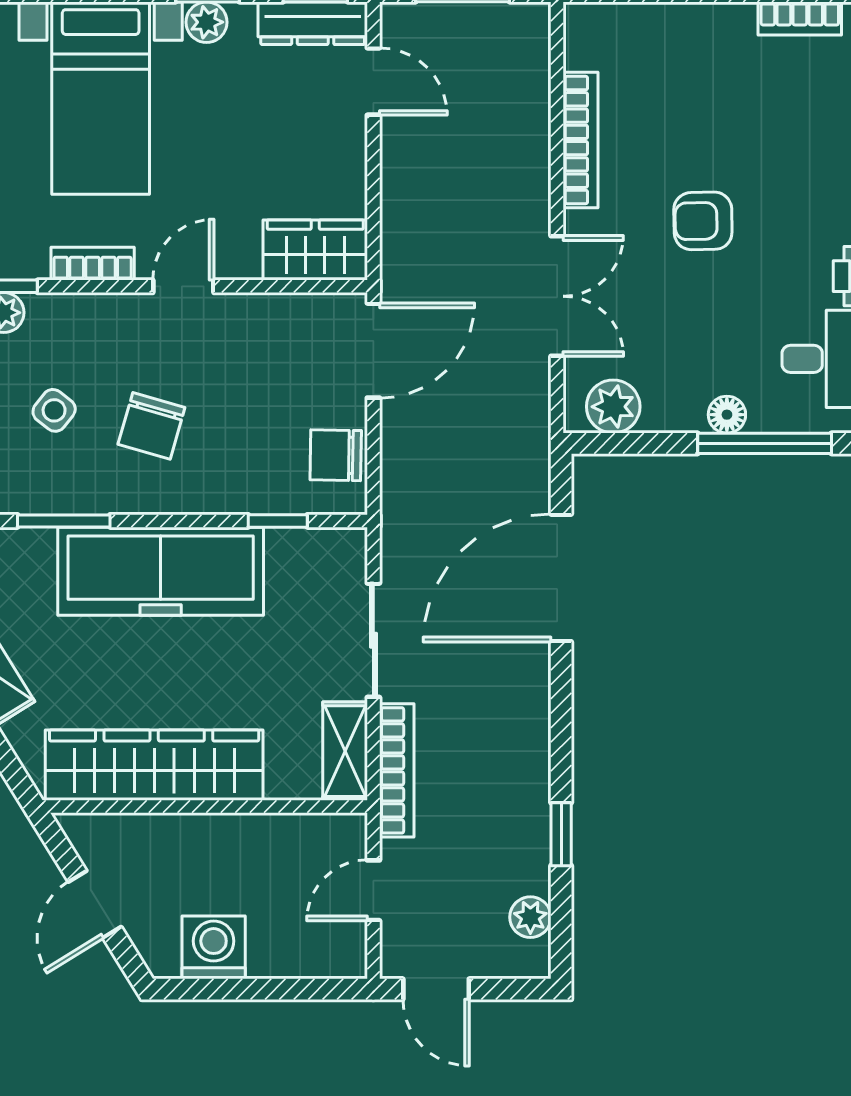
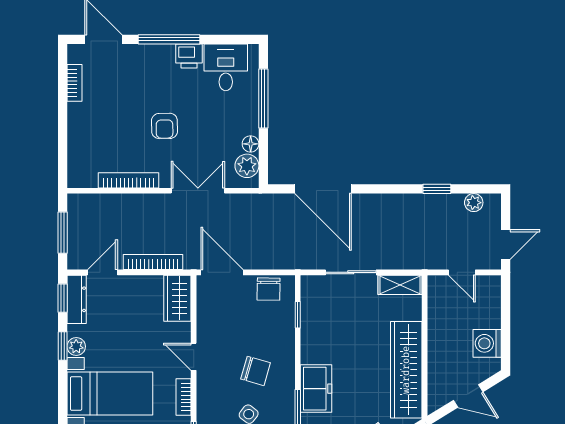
floor lamp: (727, 415) -> (251, 144), moved
freezer: (161, 571) -> (316, 389), width x0.52, depth x0.79
bookcase: (397, 770) -> (153, 262), moved

